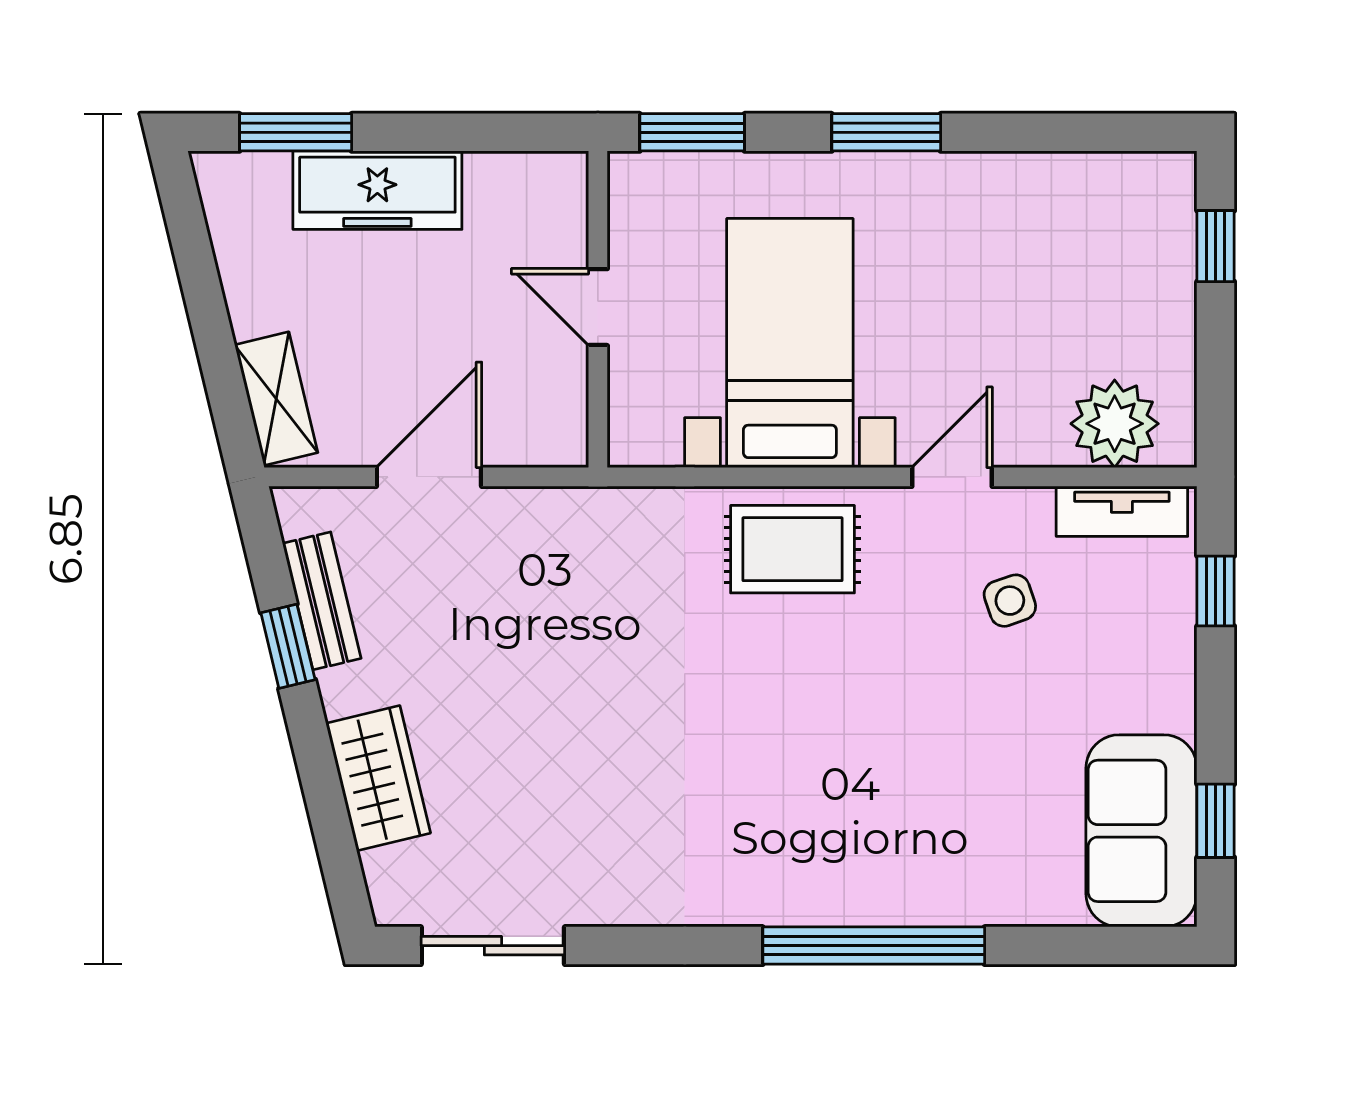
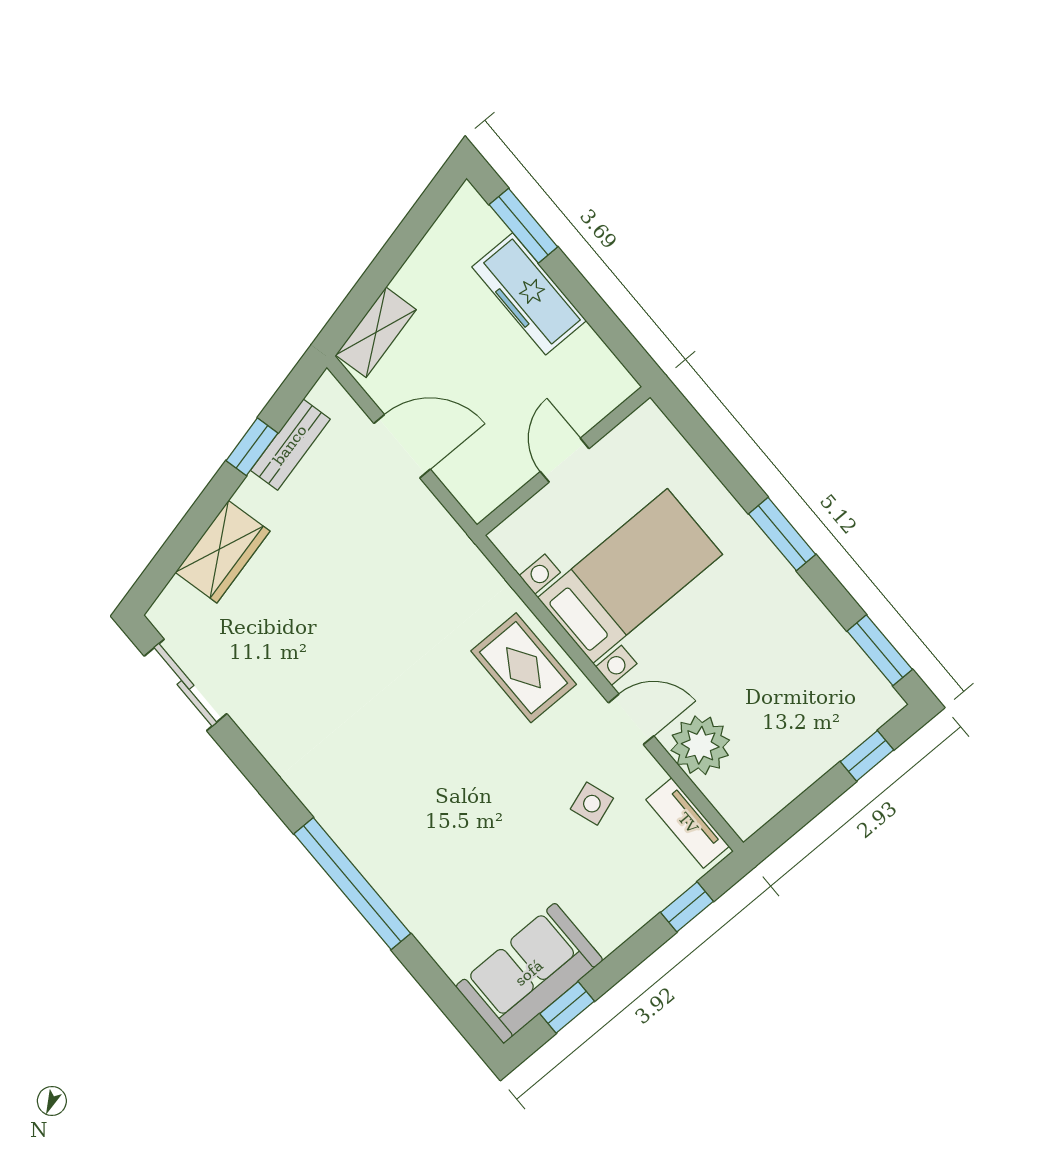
window: (692, 132) -> (880, 650), moved
plant: (1115, 424) -> (700, 745), moved

